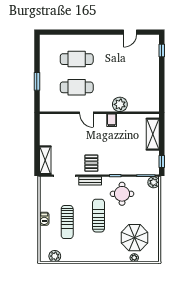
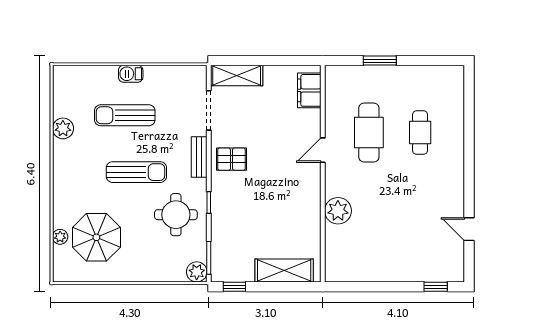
cafe table: (77, 59) -> (420, 133), width x0.73, depth x0.74
filing cabinet: (112, 120) -> (309, 90), moved, width x2.00
plant: (55, 256) -> (63, 128), moved

